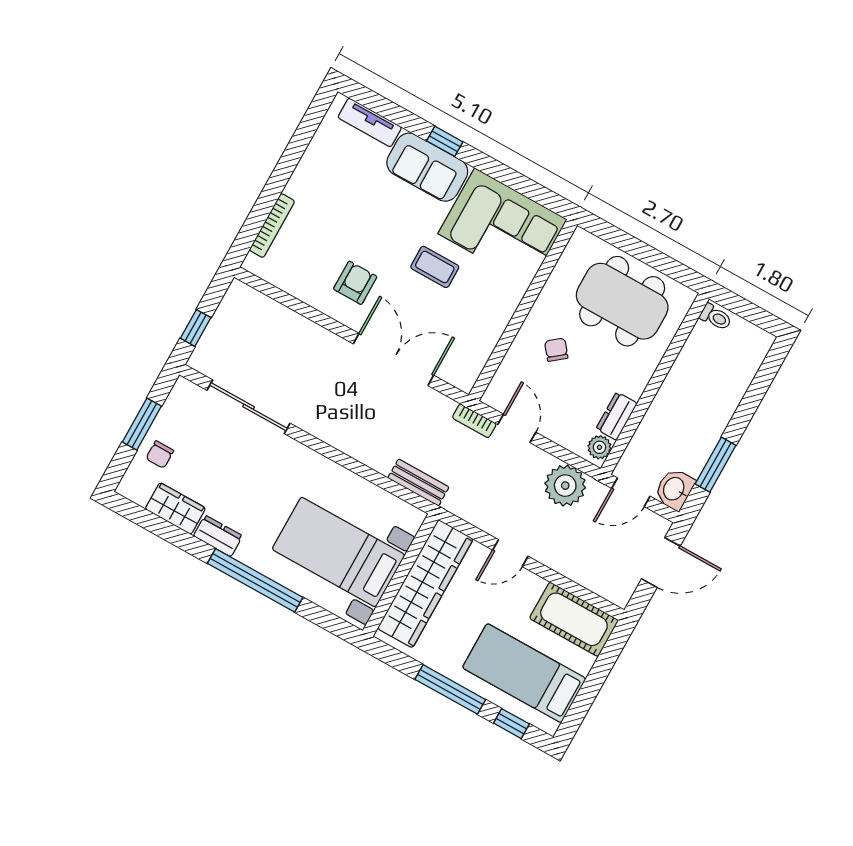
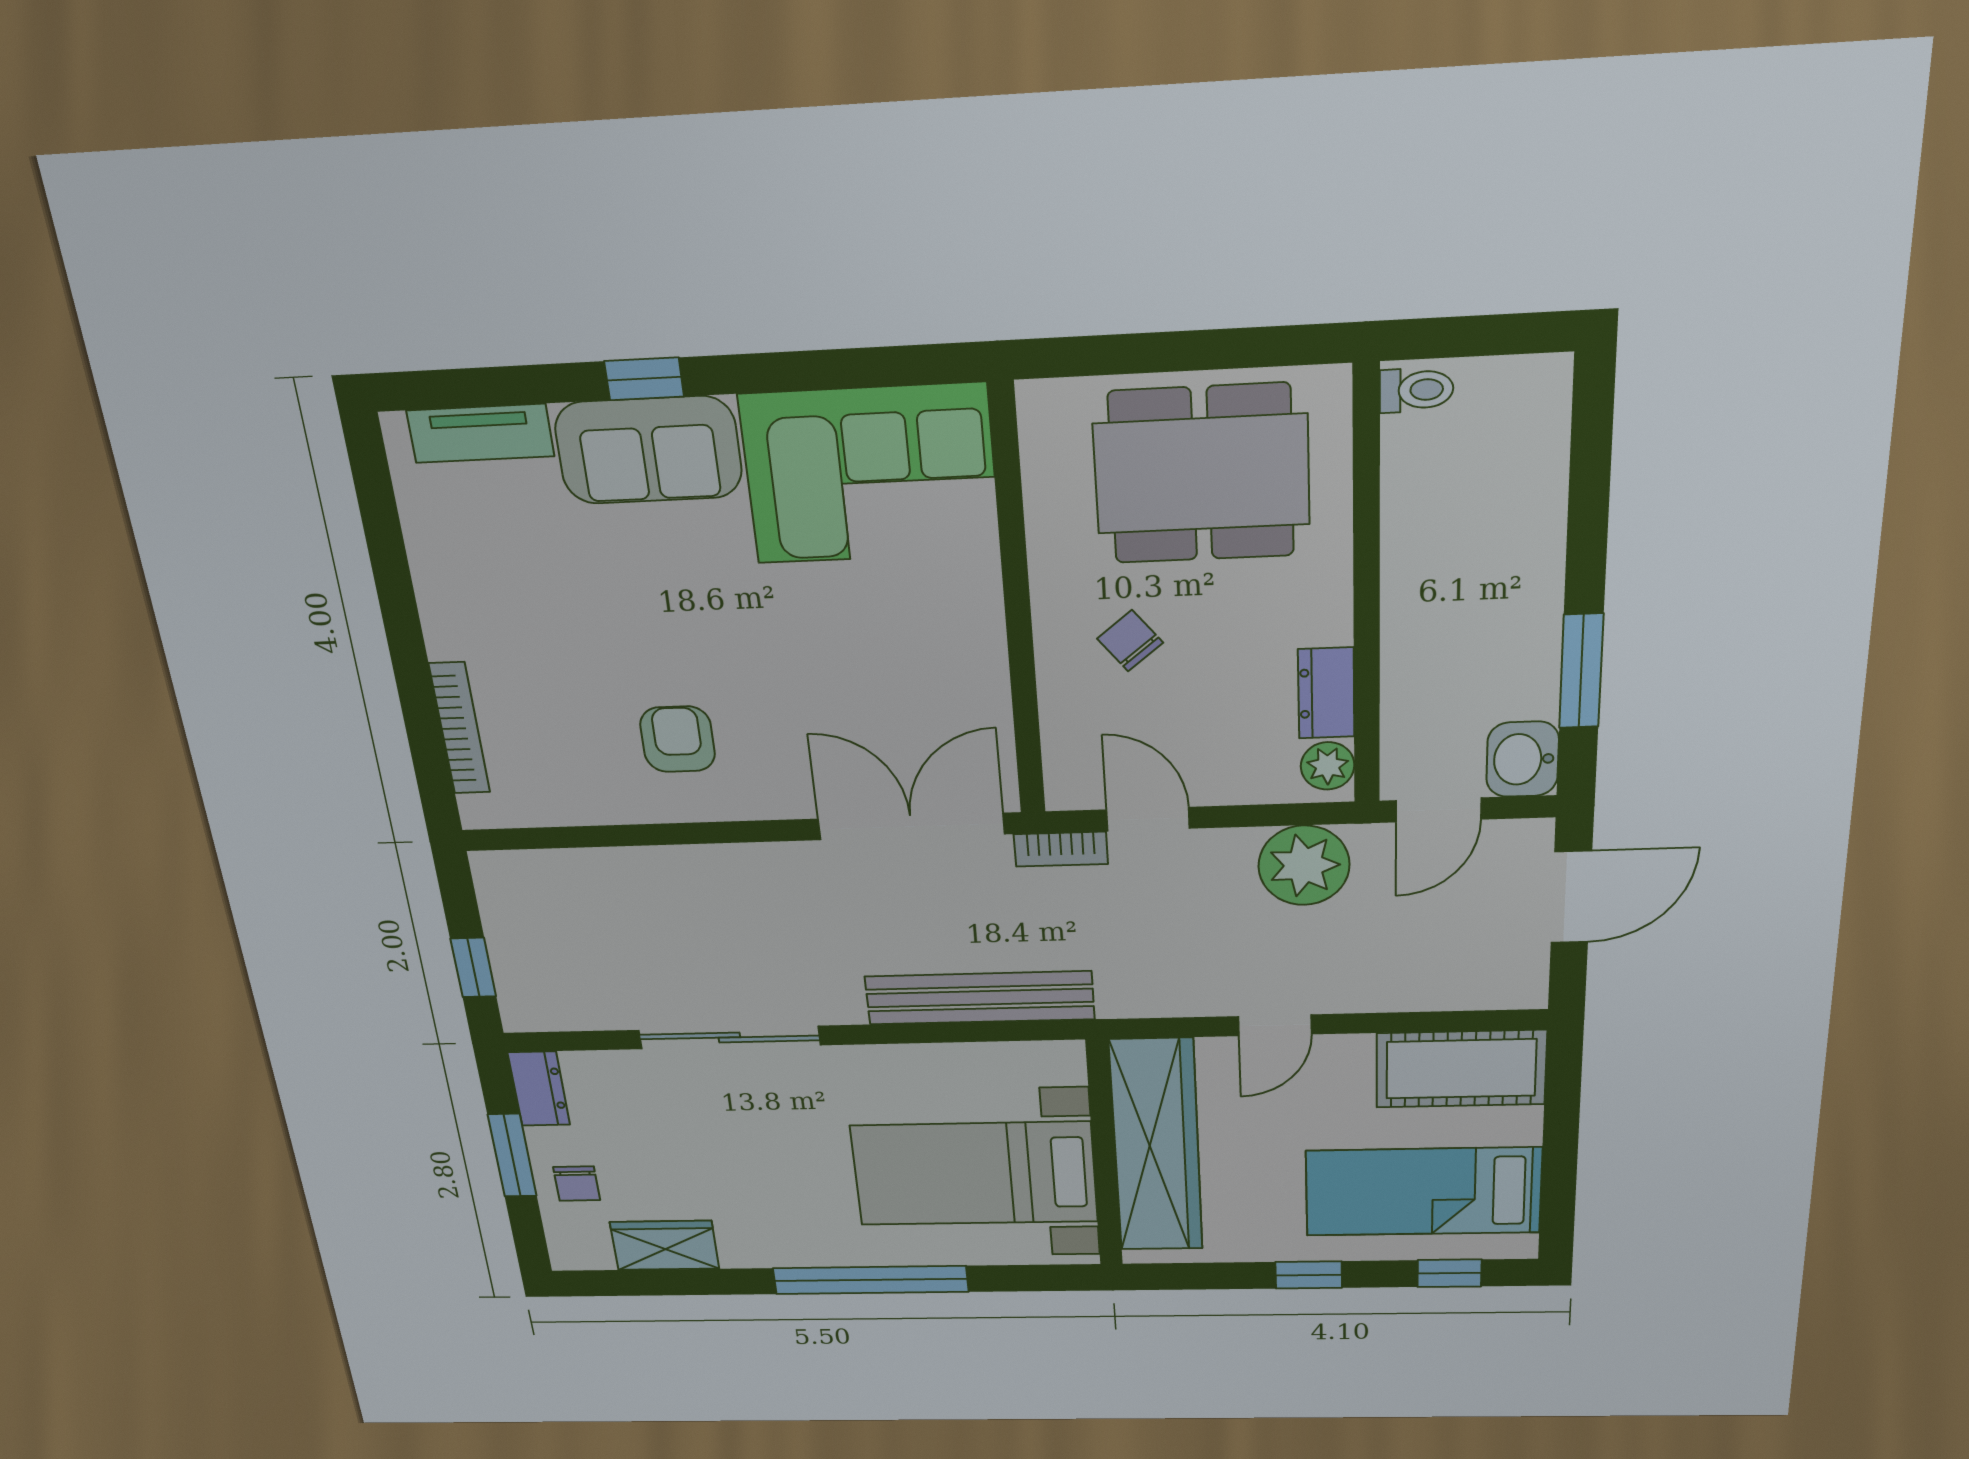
coffee table: (435, 267) -> (798, 626), removed
double door: (393, 360) -> (911, 827), moved
sliding door: (249, 407) -> (729, 1038), moved
bench: (418, 483) -> (980, 998), width x1.86, depth x1.21
dresser: (218, 536) -> (539, 1089), moved, turned 90
window: (450, 689) -> (1309, 1275), width x0.46

